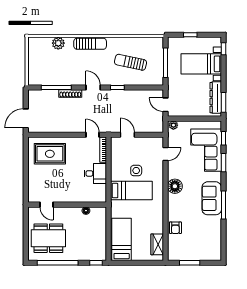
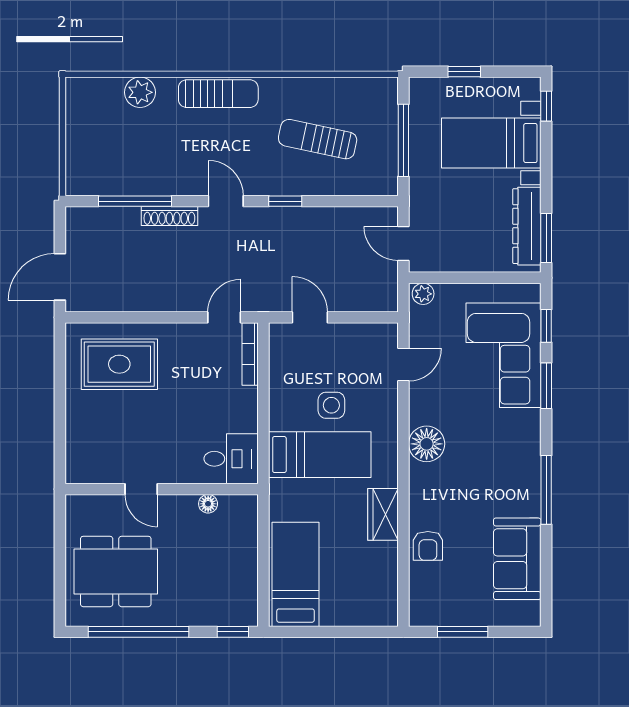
door: (93, 135) -> (224, 317), hinge flipped
desk: (95, 173) -> (231, 459), moved
sofa: (212, 198) -> (517, 559), moved
door: (46, 205) -> (141, 489), moved
wardrobe: (157, 244) -> (383, 514), moved

